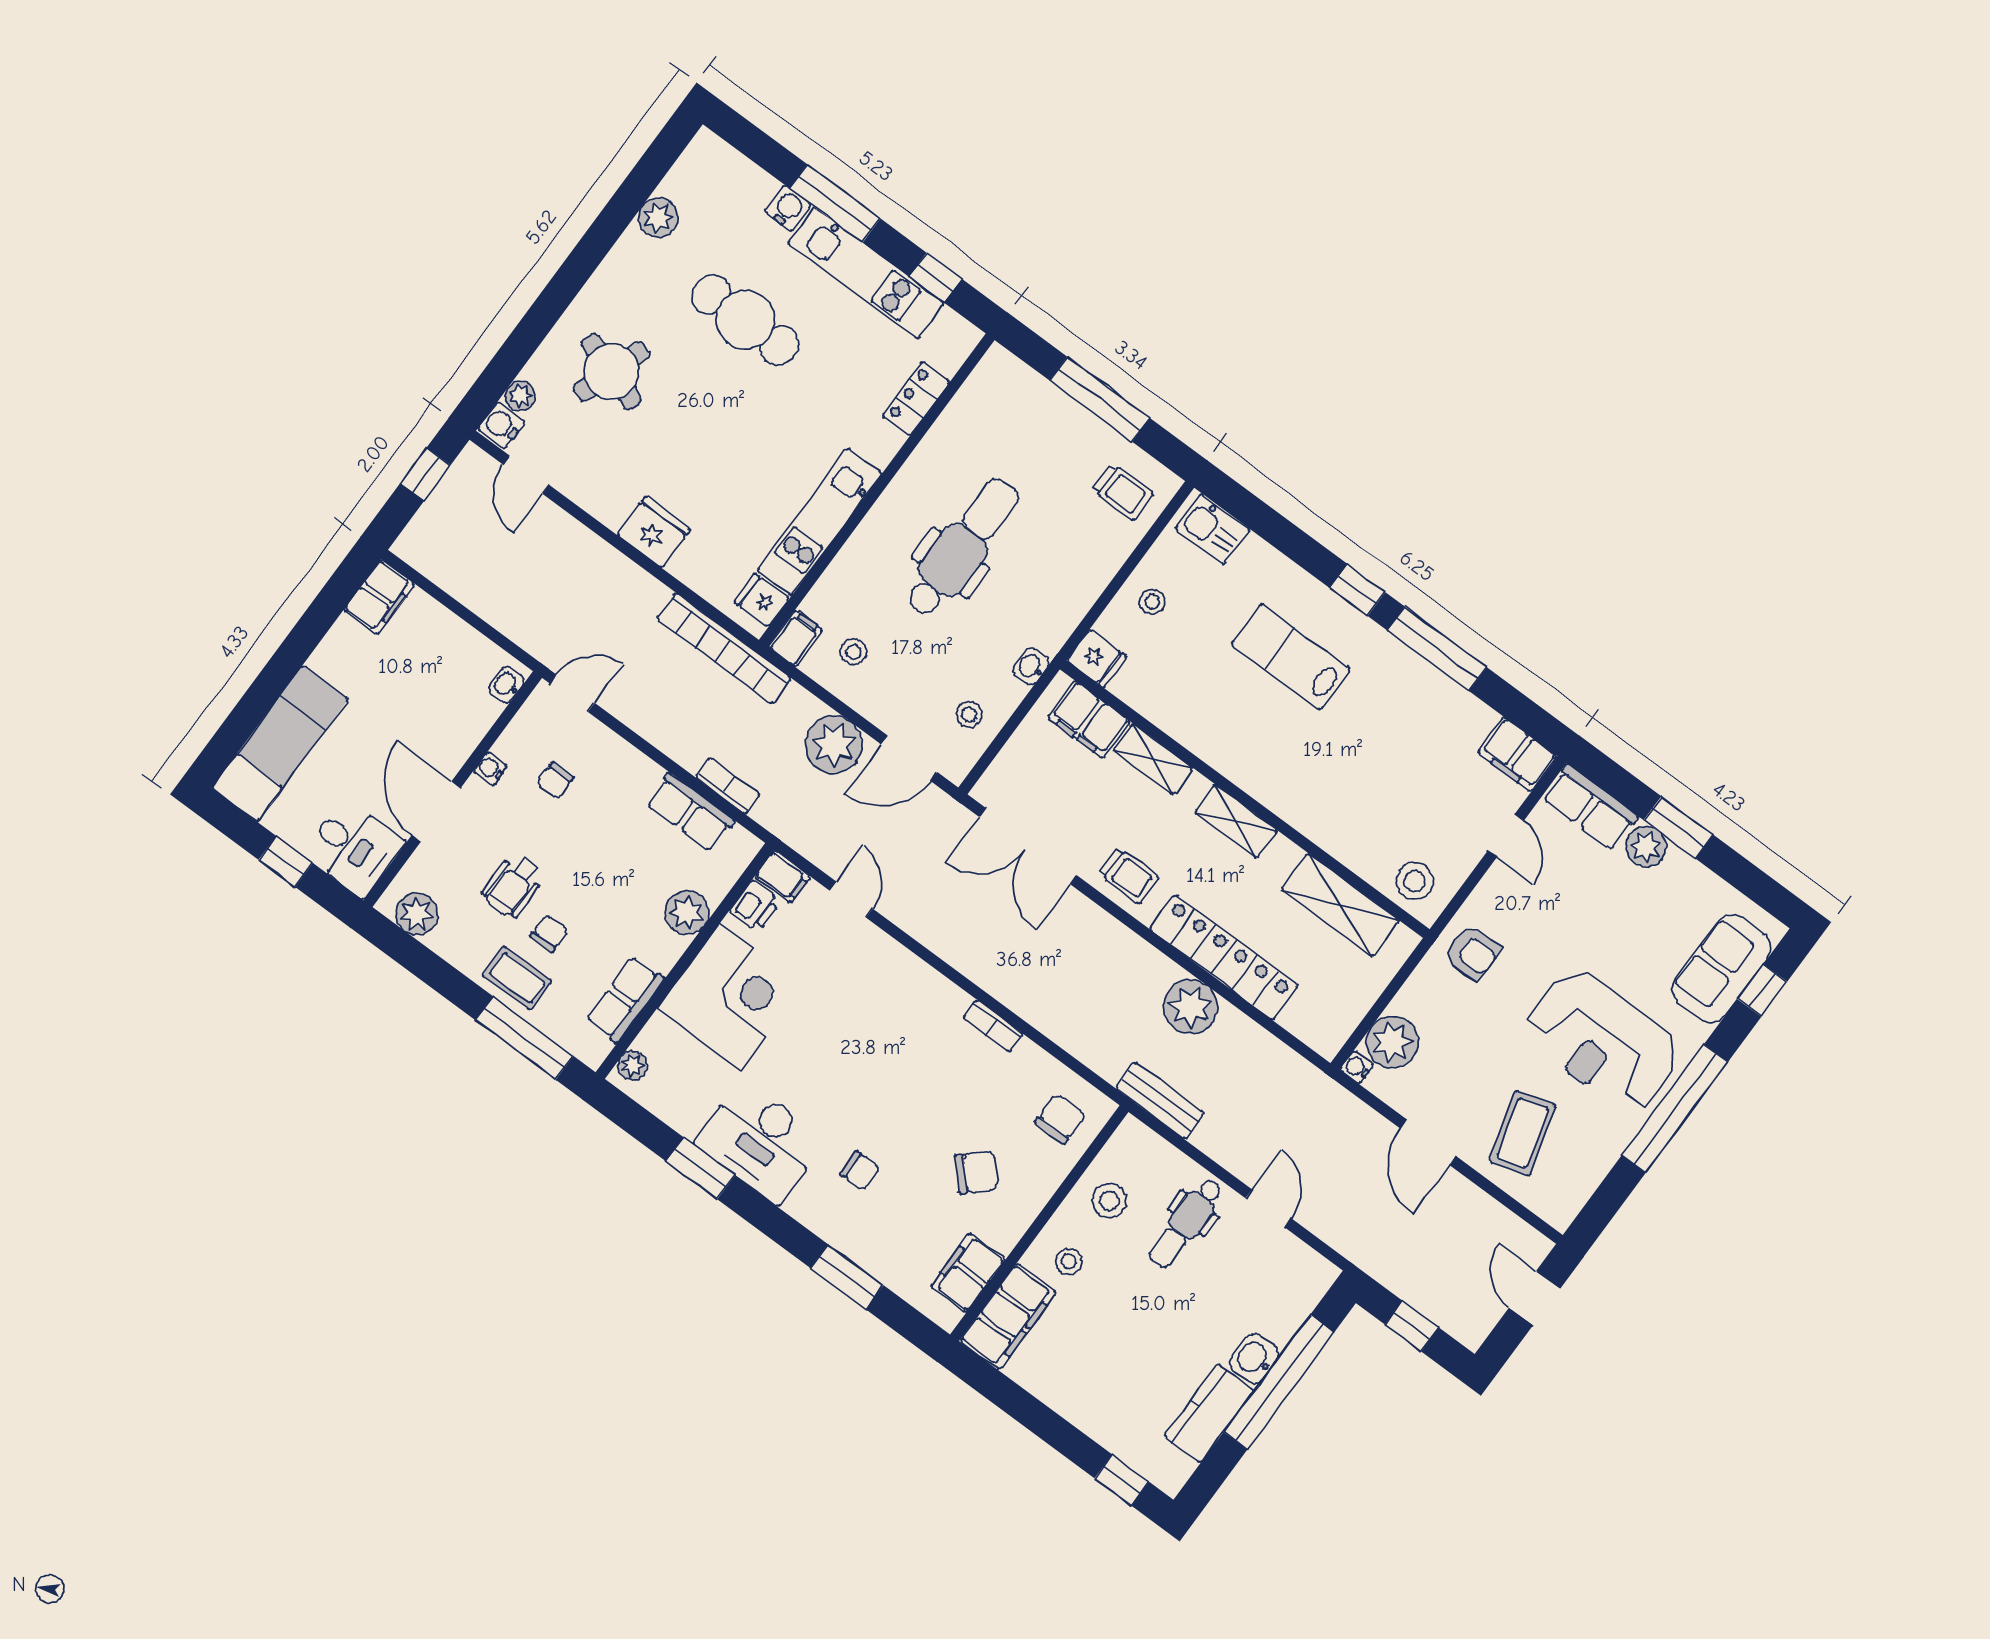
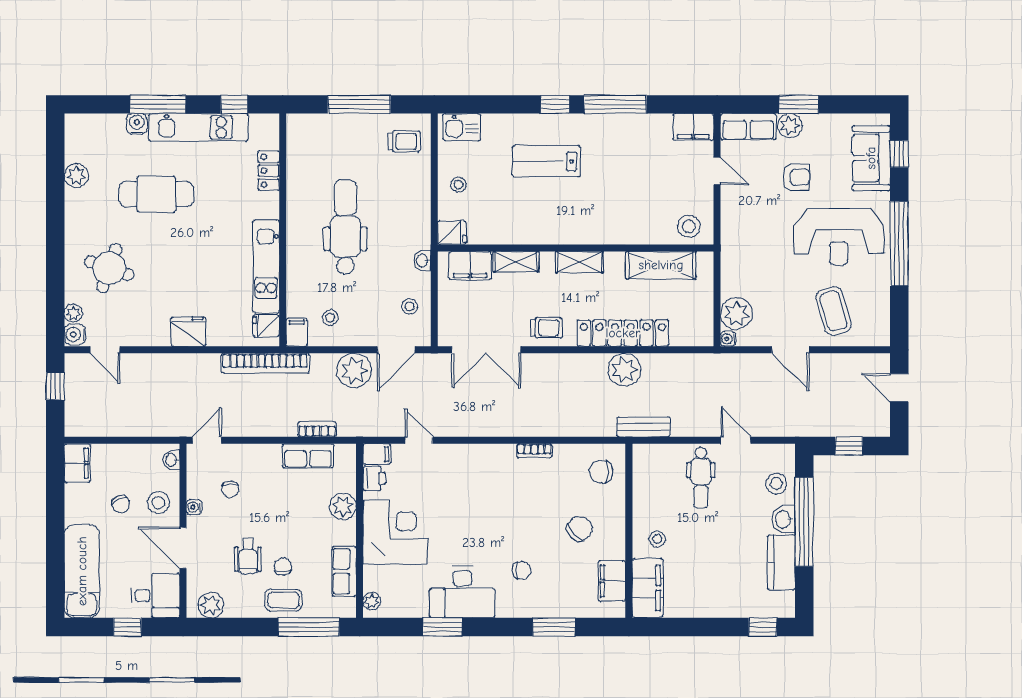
chair: (397, 693) -> (121, 504), added
stool: (448, 728) -> (158, 503), added
armchair: (1472, 953) -> (796, 177), moved
chair: (1060, 1119) -> (601, 472), turned -90
stool: (1109, 1201) -> (776, 484), moved

